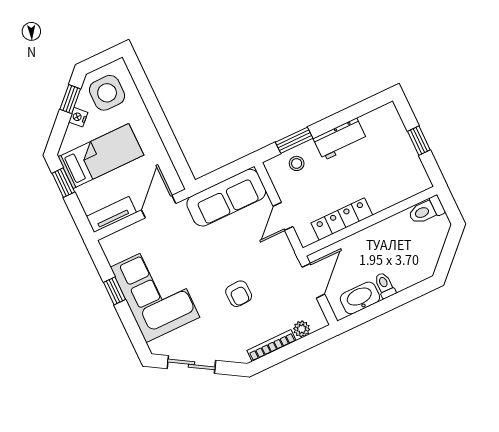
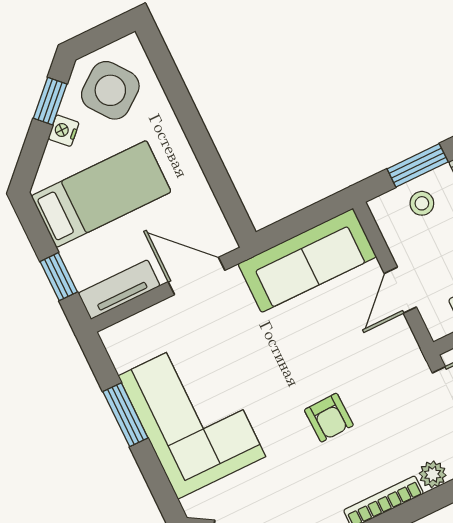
side table: (107, 93) -> (110, 90), turned -37
window: (63, 183) -> (59, 277), moved
door: (159, 207) -> (196, 276), hinge flipped
window: (114, 291) -> (125, 415), width x1.50

